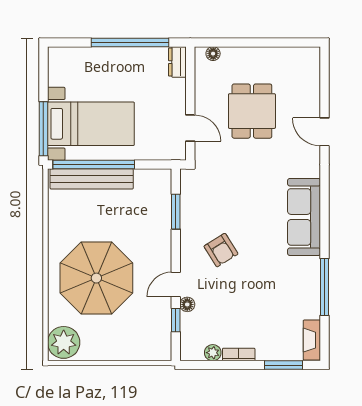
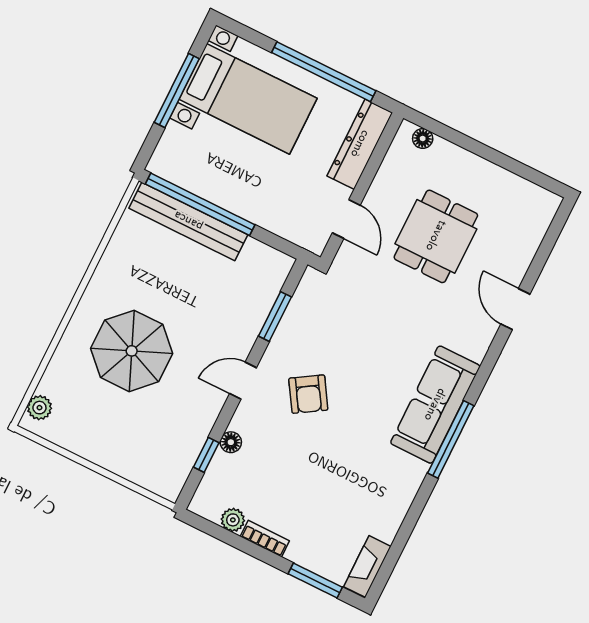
dresser: (177, 62) -> (360, 144), width x1.96, depth x1.24
bed with nightstands: (91, 124) -> (248, 99), moved
window: (43, 129) -> (177, 90), moved
parasol: (96, 278) -> (132, 351), width x0.73, depth x0.73
door: (176, 285) -> (243, 381), moved
window: (325, 287) -> (451, 439), moved
plant: (64, 342) -> (39, 408), width x0.53, depth x0.53

